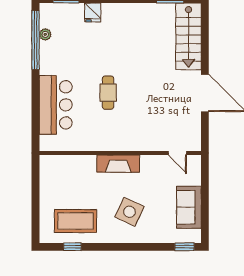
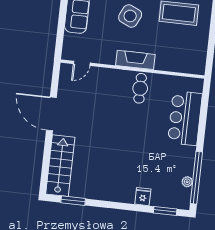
cafe table: (108, 93) -> (140, 88), moved
door: (177, 153) -> (82, 63), swing flipped

